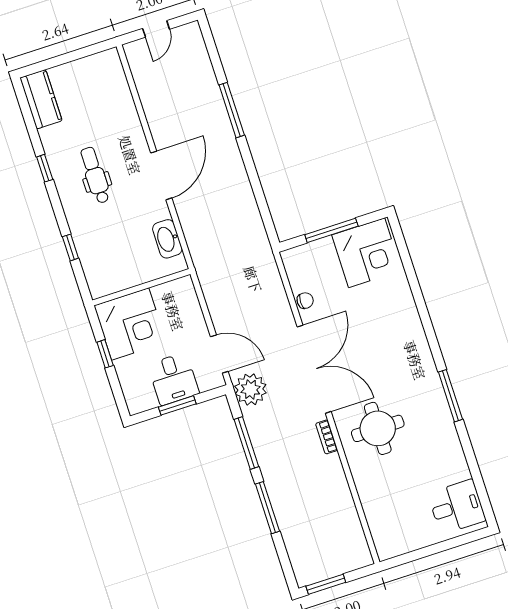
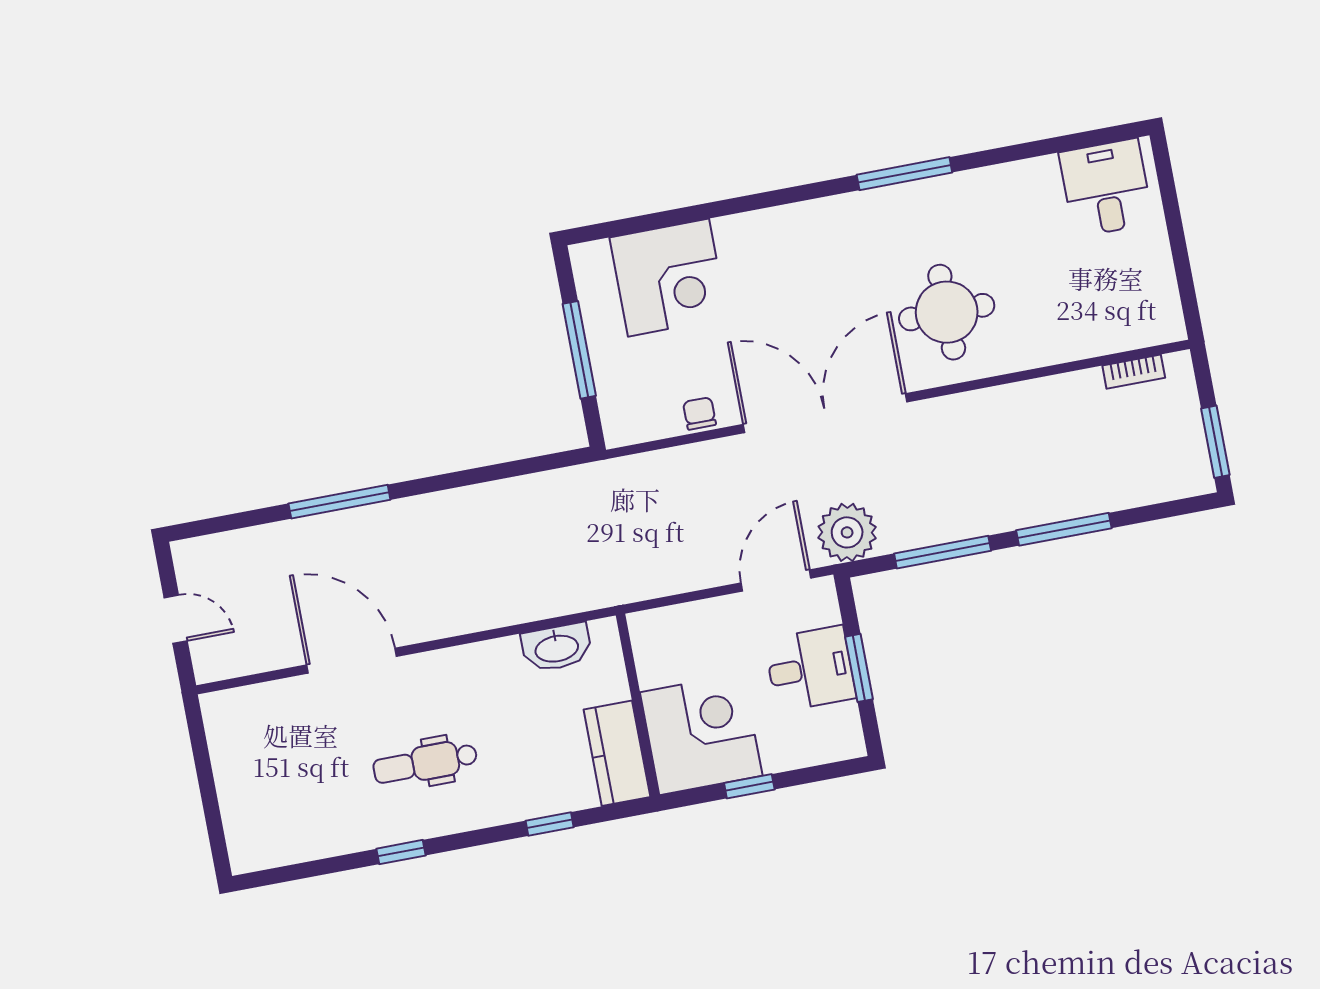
kitchen counter: (41, 99) -> (617, 753), moved, turned -90
door: (161, 175) -> (352, 661), moved
corner desk: (367, 253) -> (669, 278), moved, turned 90
bookcase: (327, 437) -> (1134, 372), moved

